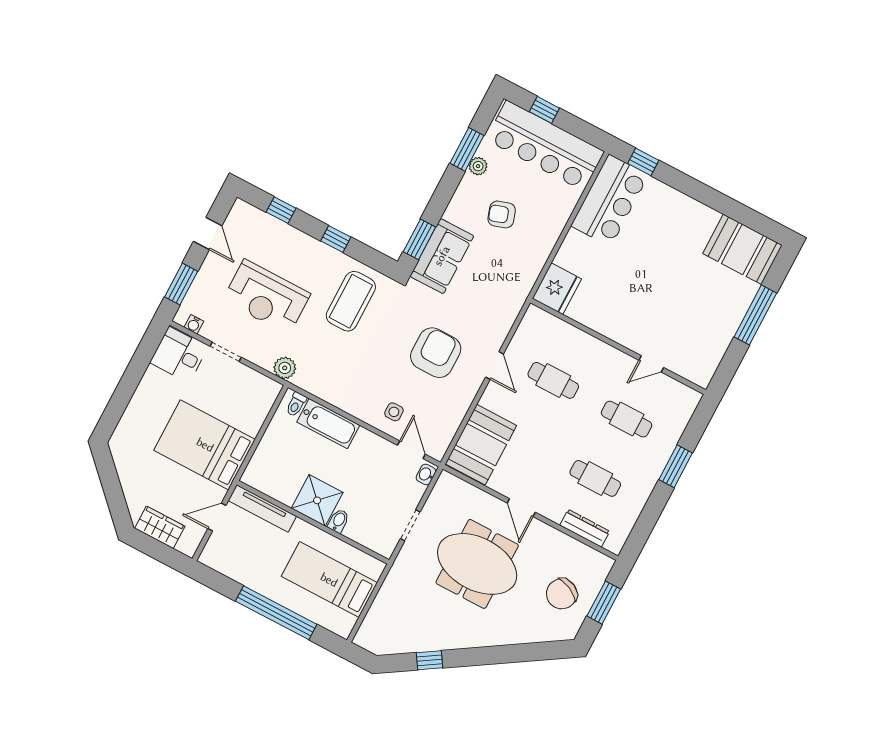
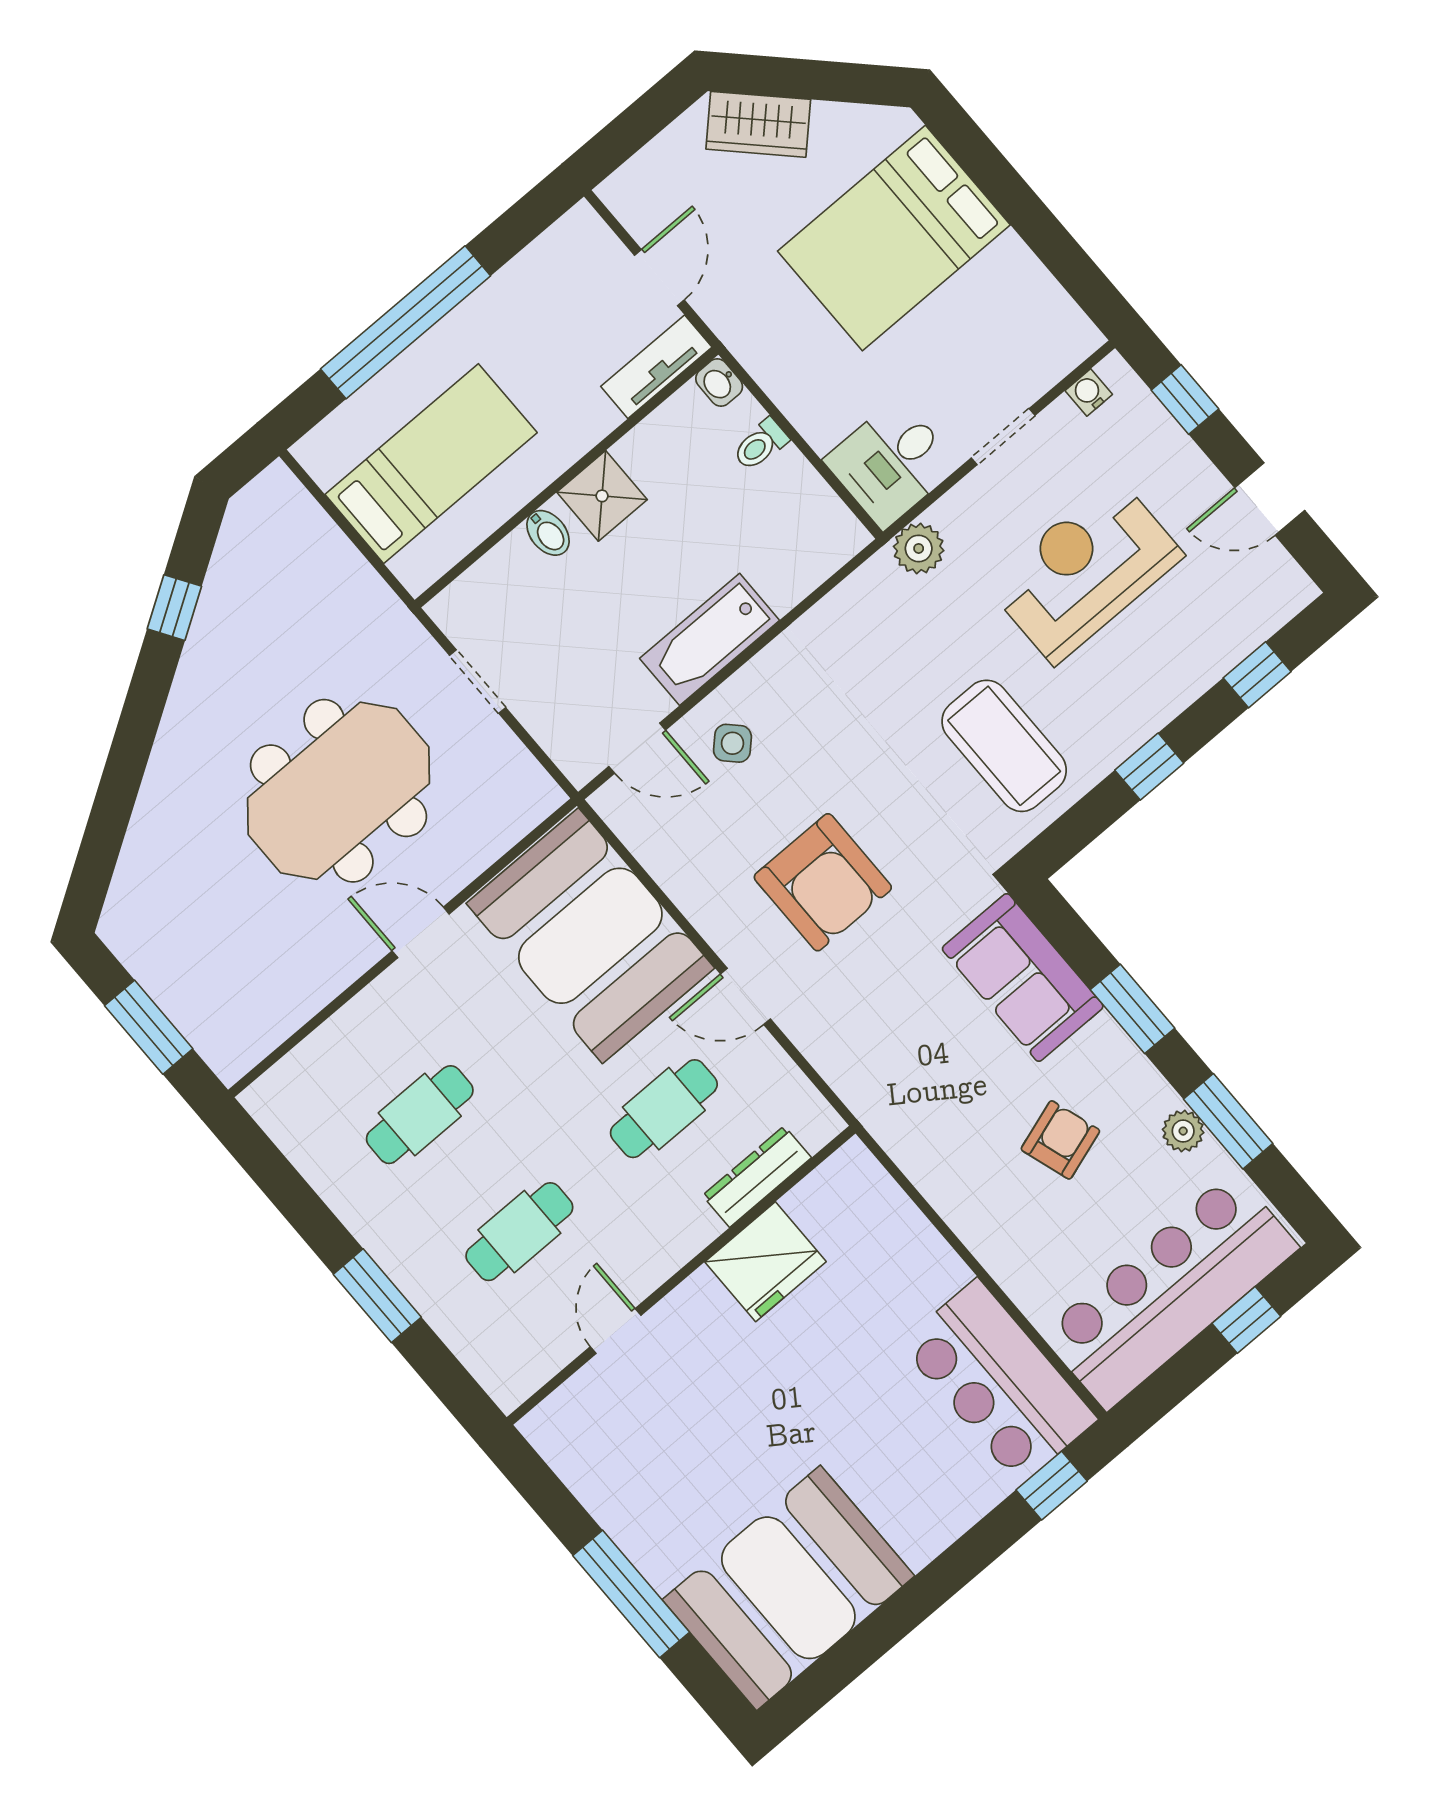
window: (419, 239) -> (1133, 1009), moved
booth: (743, 249) -> (788, 1588), width x1.36, depth x1.42
window: (181, 284) -> (1185, 399), width x0.67
fridge: (557, 289) -> (765, 1262), moved, turned -90
desk: (179, 355) -> (891, 463), moved, turned 180
toilet: (296, 404) -> (760, 445), moved, turned -90
side table: (394, 412) -> (732, 743), turned 45
bathtub: (328, 424) -> (710, 639), moved
bed: (205, 445) -> (894, 238), moved, turned 180
booth: (481, 445) -> (590, 936), width x1.36, depth x1.42
washbasin: (426, 474) -> (719, 383), moved, turned 180
shower: (317, 500) -> (602, 496), width x0.73, depth x0.73
tv unit: (262, 508) -> (656, 367), width x0.71
wardrobe: (160, 527) -> (758, 124), moved, turned 45
dresser: (585, 528) -> (757, 1177), moved, turned 180
chair: (562, 594) -> (203, 945), removed

